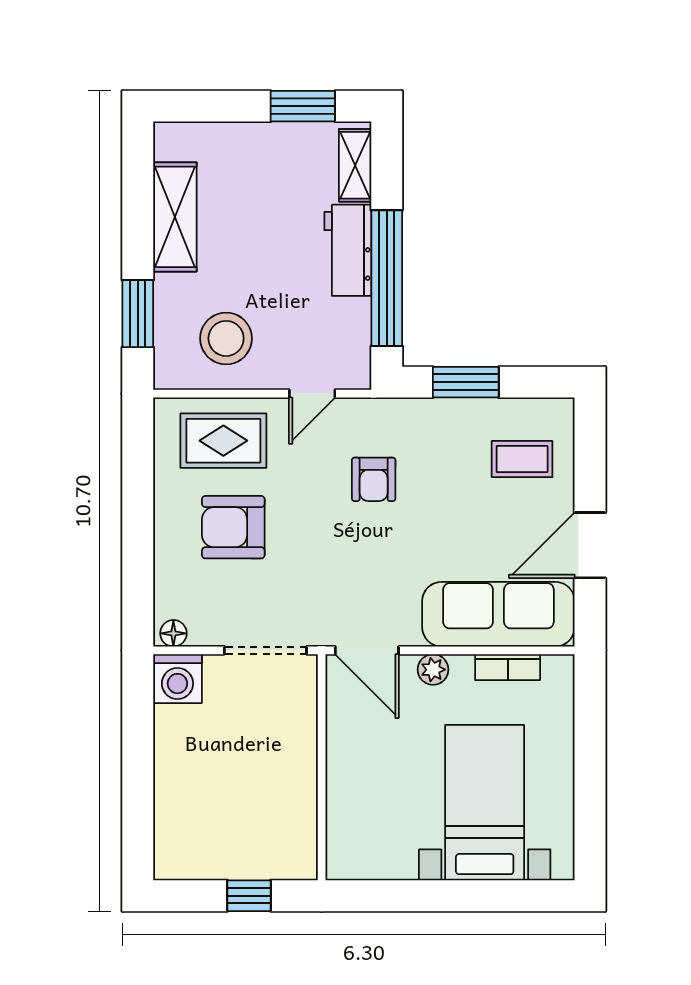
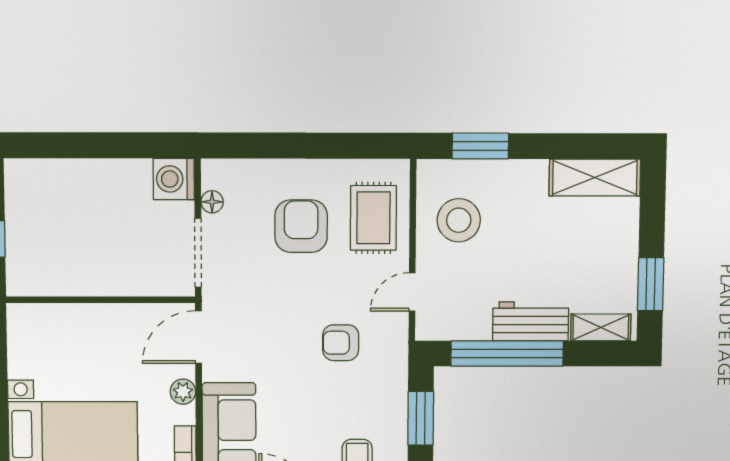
shelving: (175, 217) -> (595, 178), moved
door: (312, 394) -> (412, 292), hinge flipped
floor lamp: (173, 633) -> (212, 202), moved

